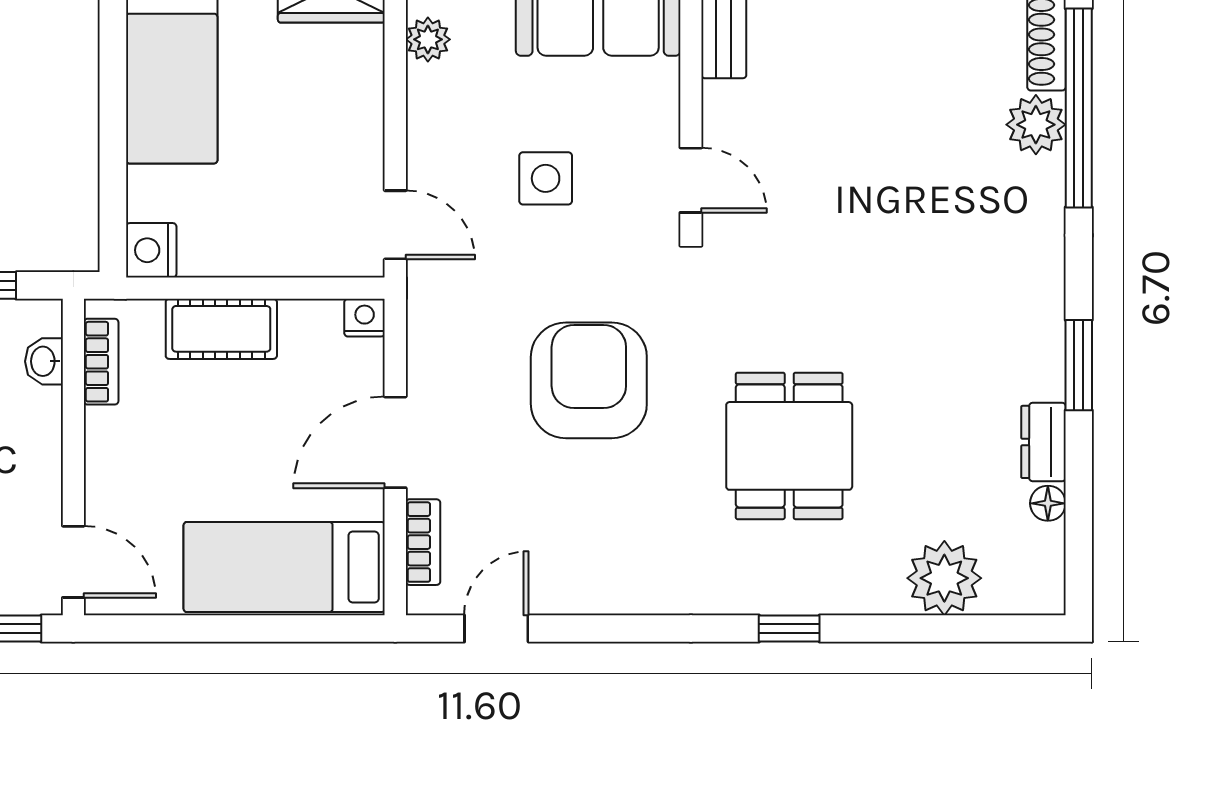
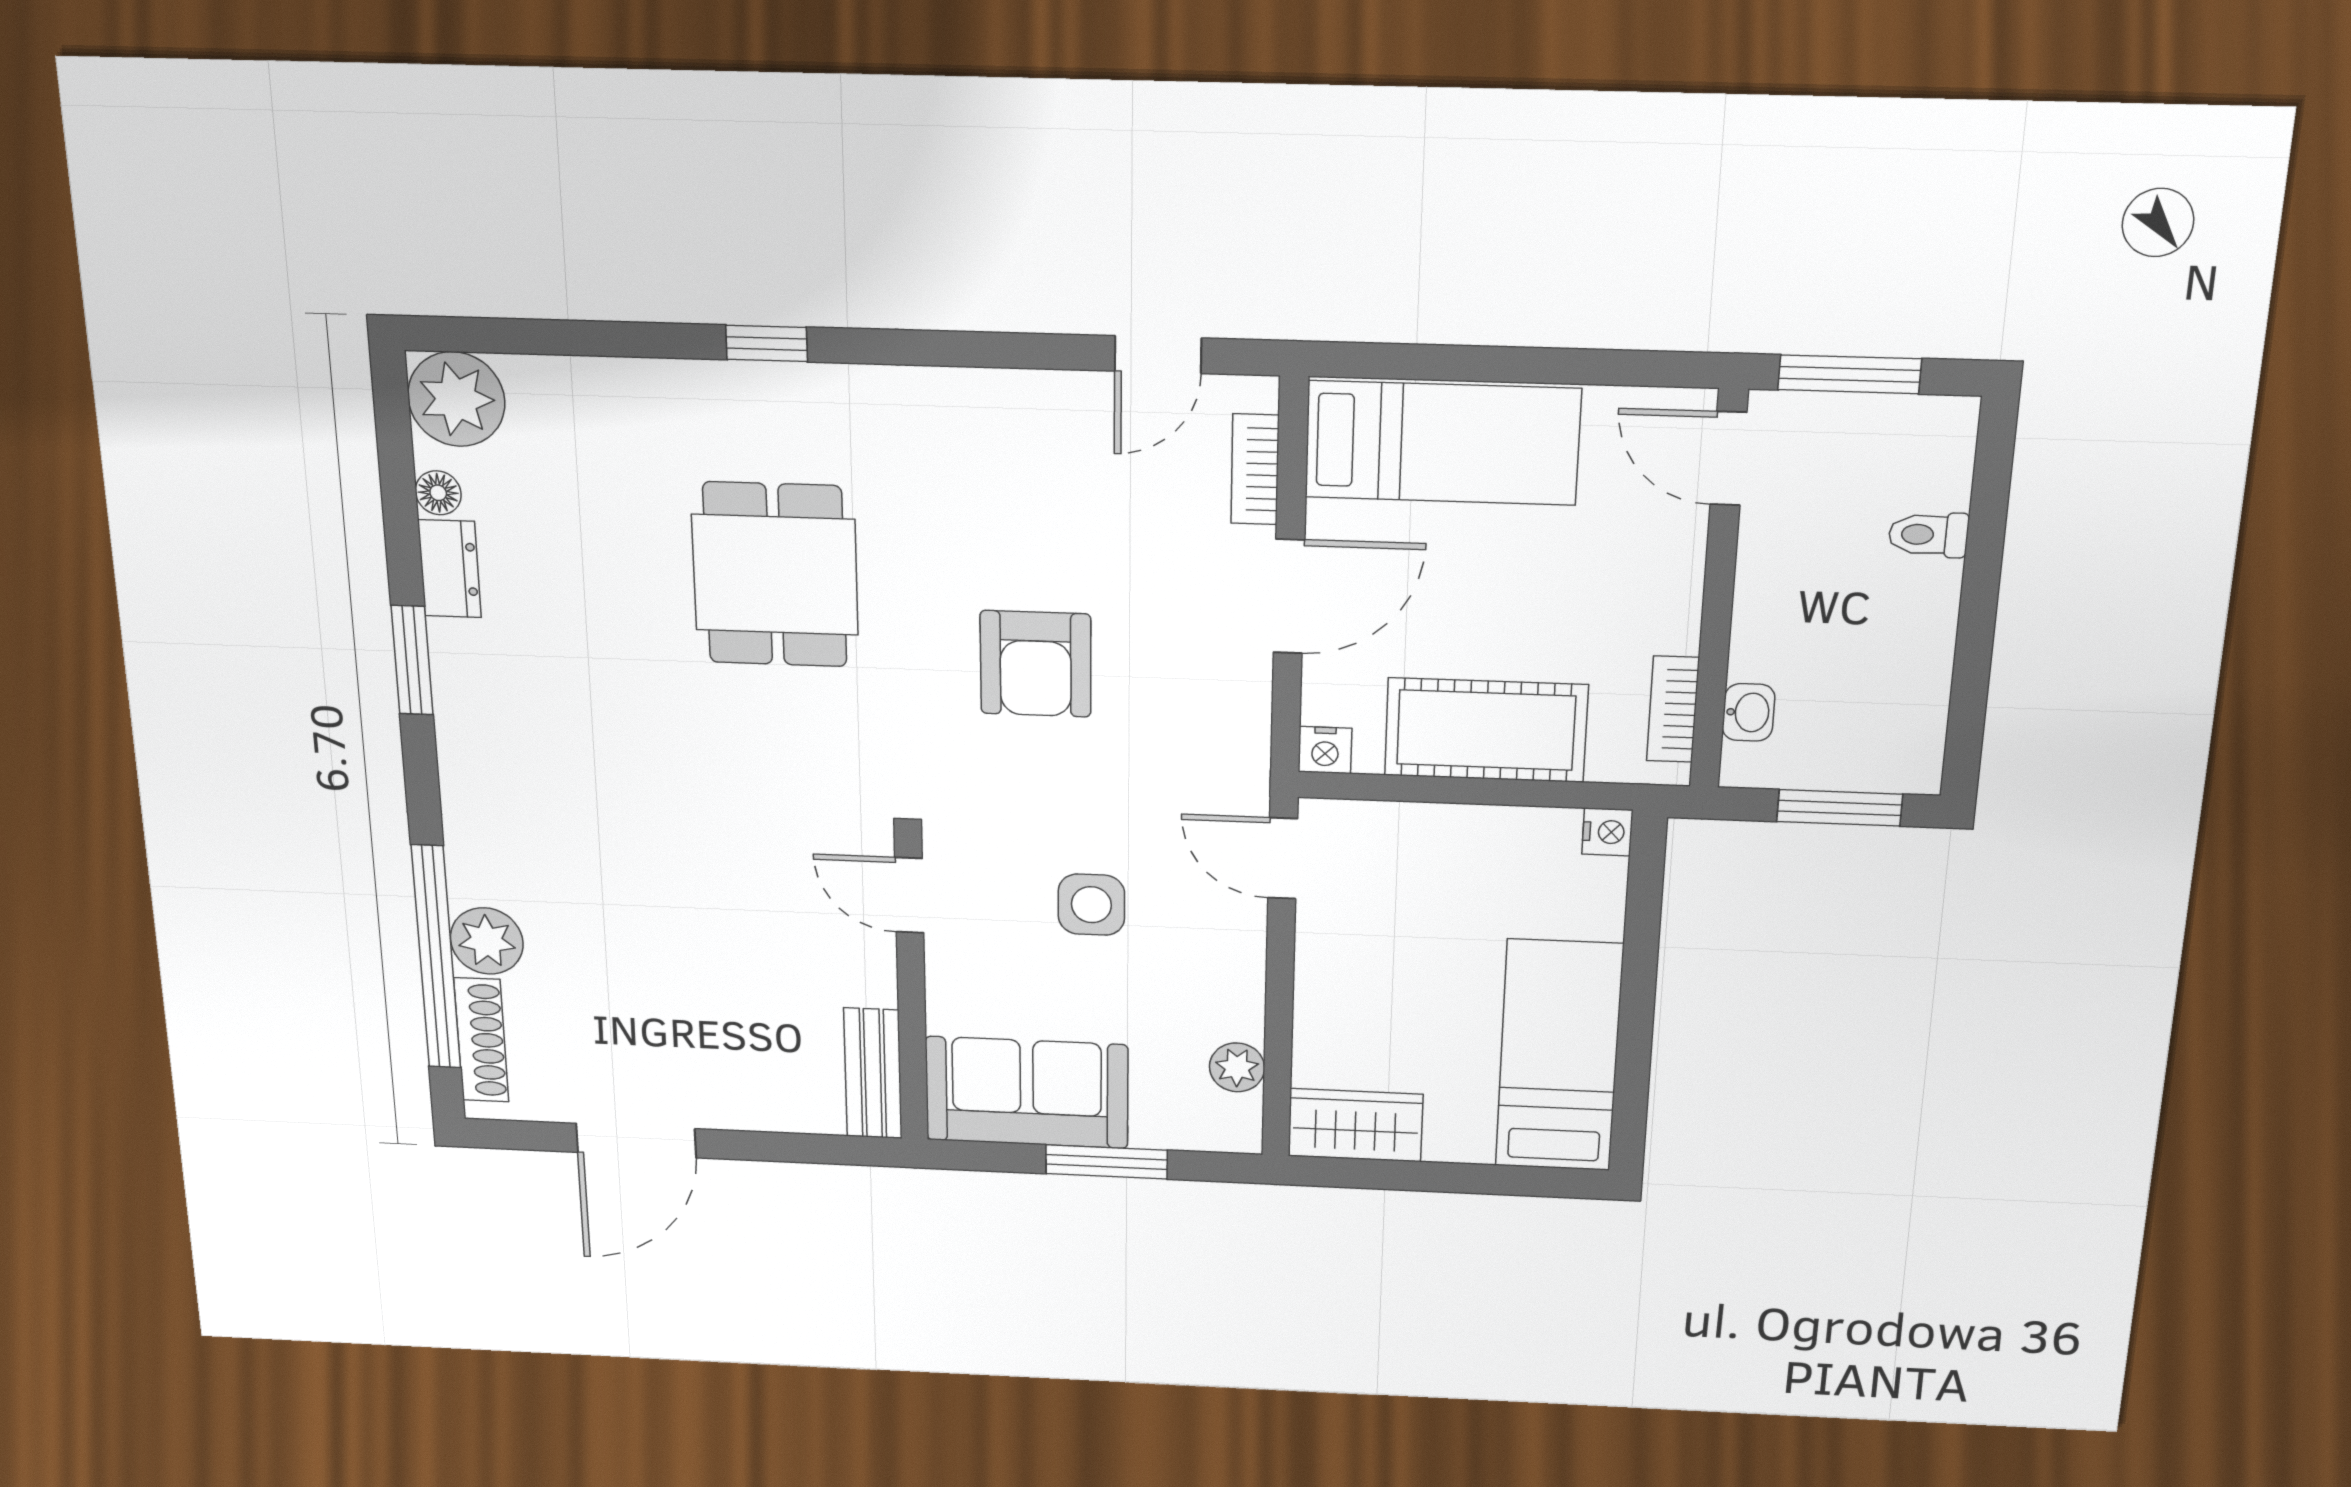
nightstand: (151, 250) -> (1607, 832), width x0.72, depth x0.74
cot: (221, 329) -> (1486, 730), width x1.37, depth x1.34
armchair: (589, 380) -> (1036, 664), width x0.73, depth x0.73
plant: (944, 578) -> (456, 399), moved

